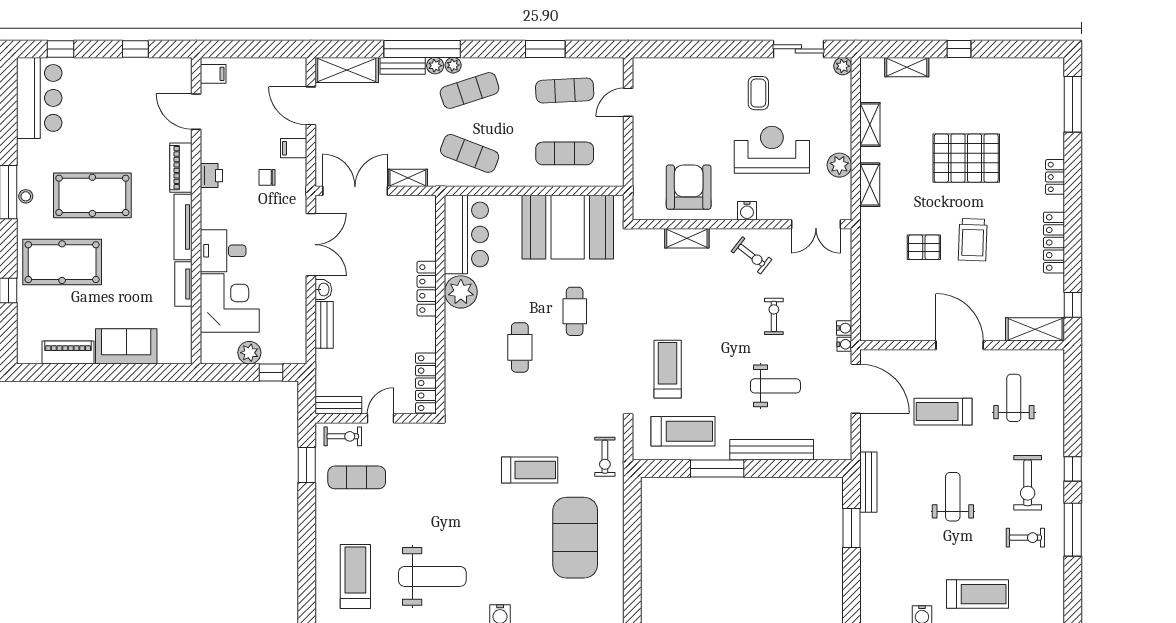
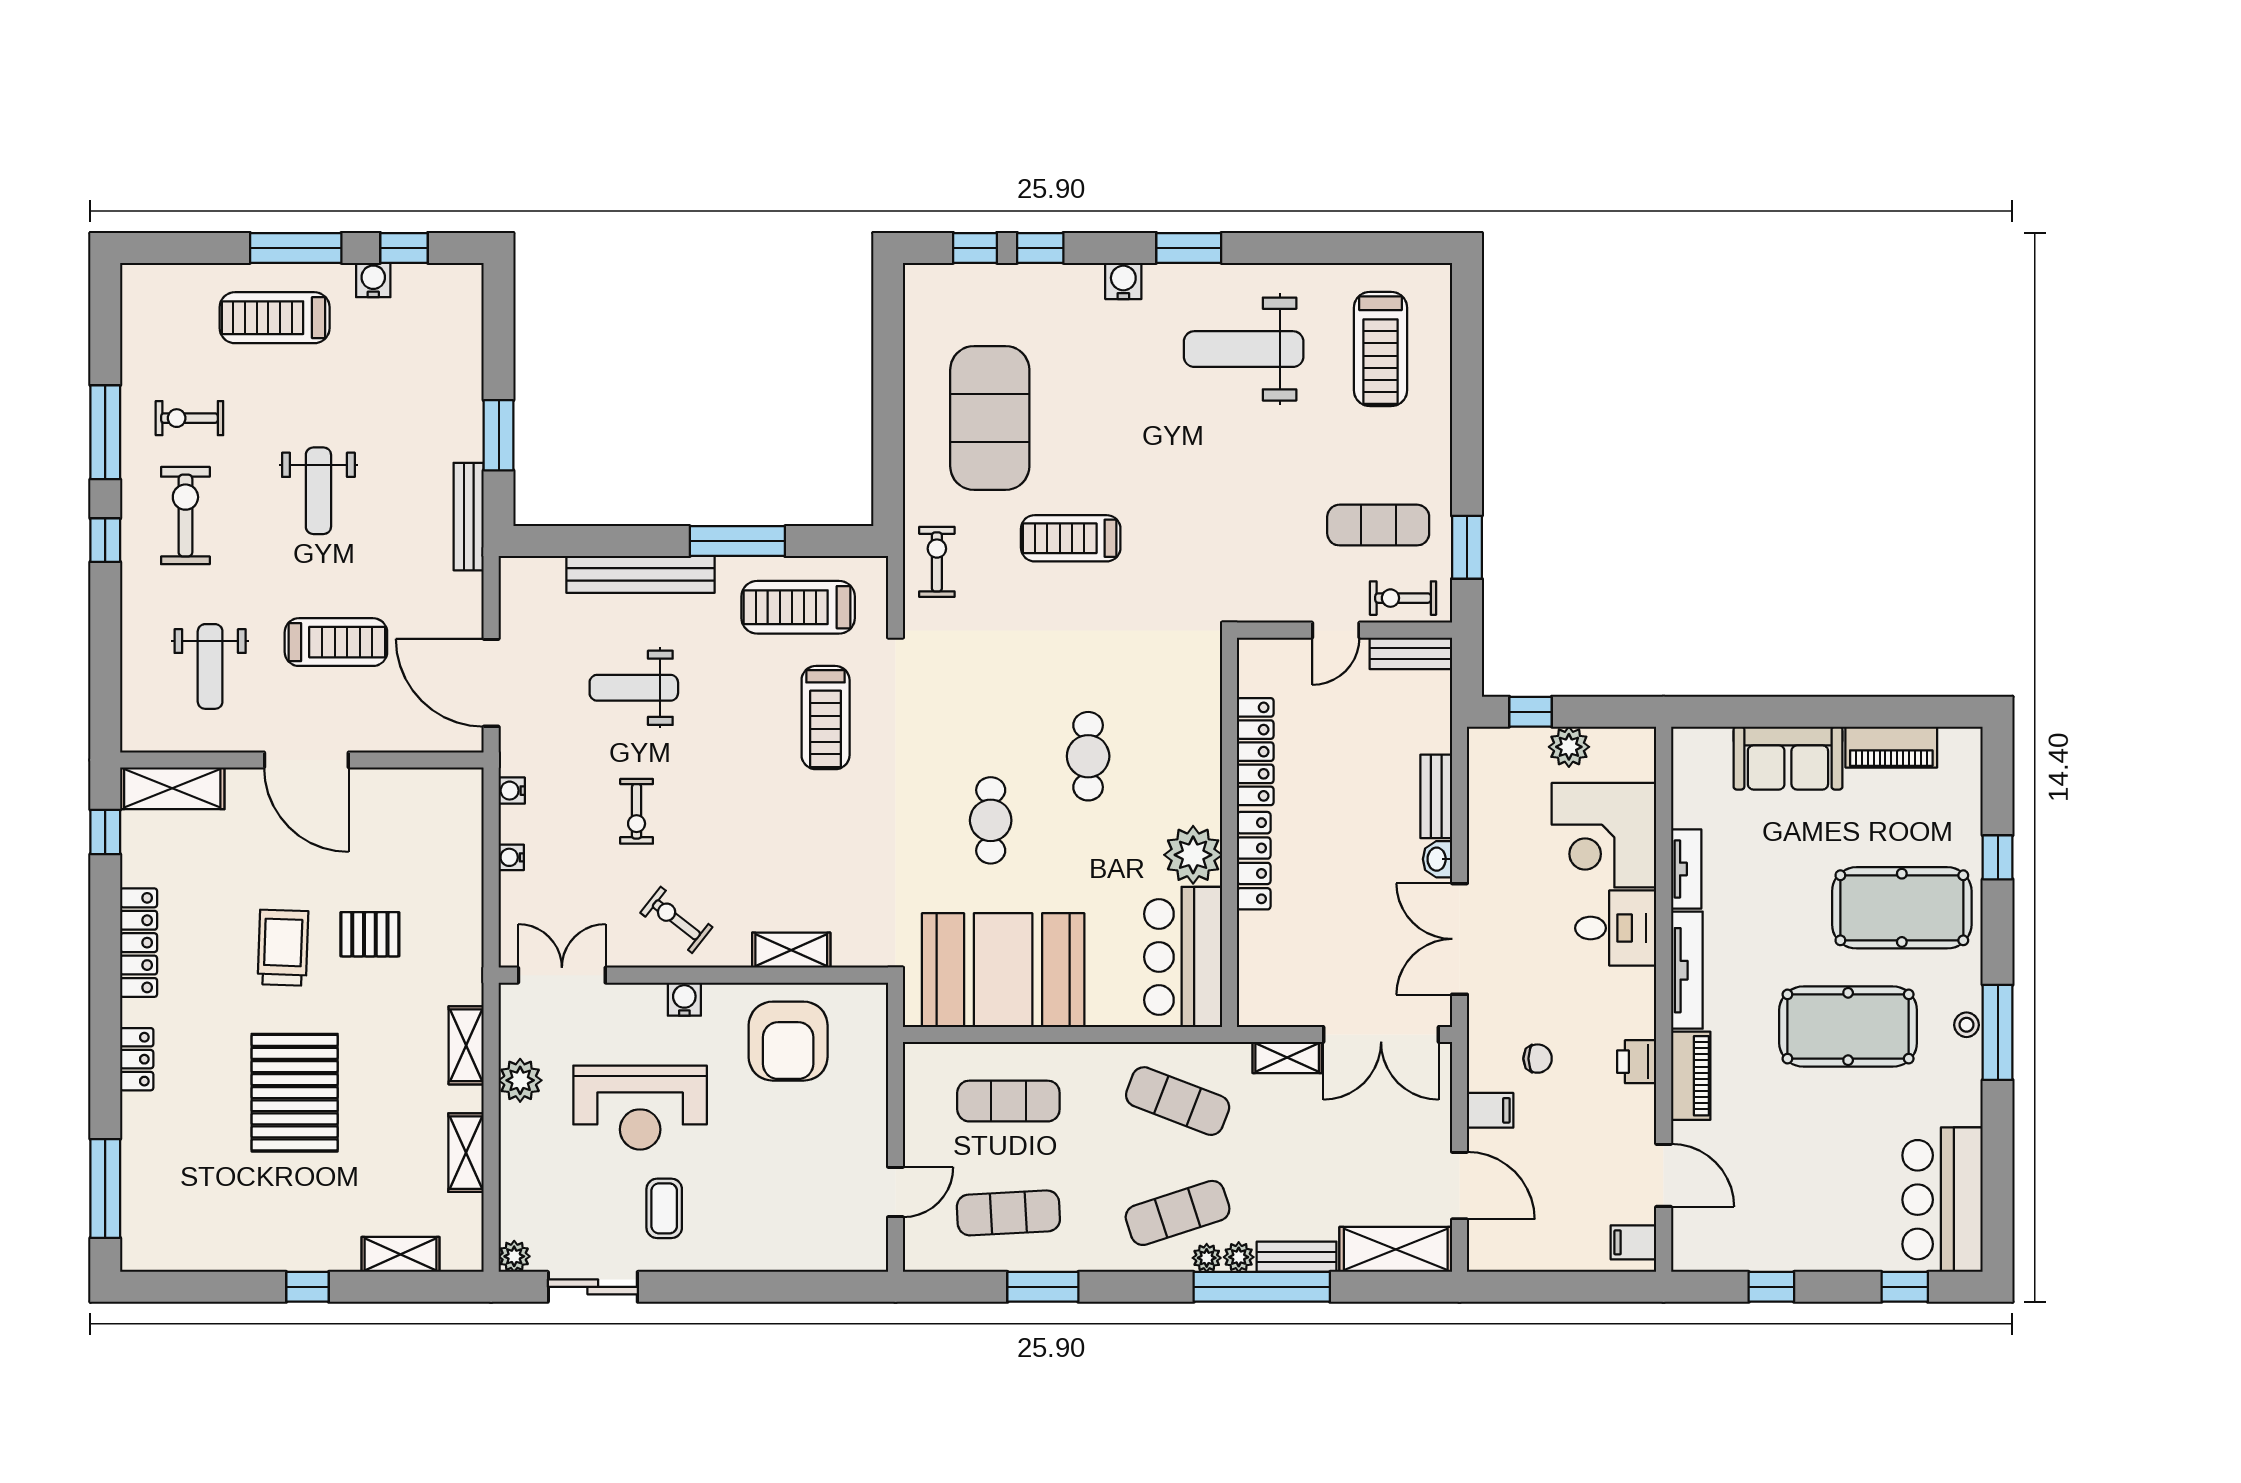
pallet: (966, 158) -> (295, 1093), turned 90
water cooler: (844, 344) -> (511, 857), moved
locker: (426, 383) -> (1255, 752), moved

